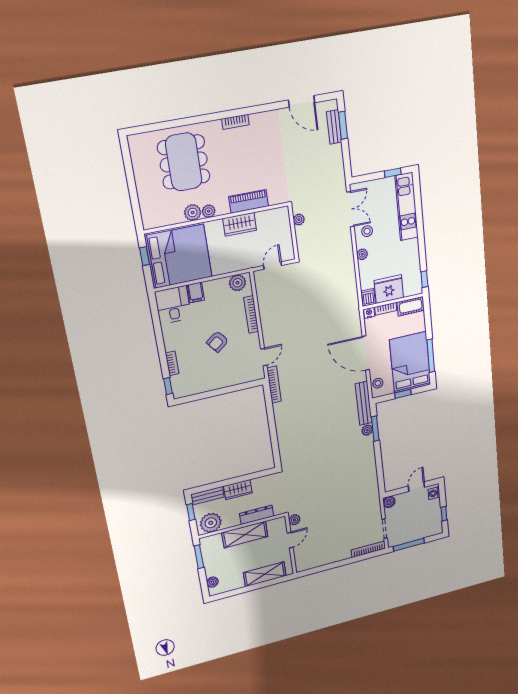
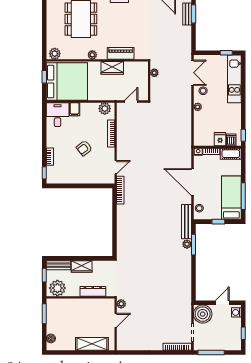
plant: (193, 213) -> (55, 54), moved
fridge: (389, 289) -> (220, 139), width x0.53, depth x0.75
dishwasher: (368, 297) -> (231, 140), moved
bed: (410, 362) -> (231, 198), width x0.67
boiler: (389, 502) -> (203, 314), width x1.86, depth x1.86
shelving: (245, 535) -> (81, 305), removed

